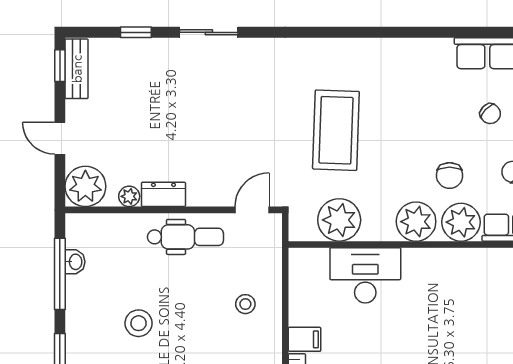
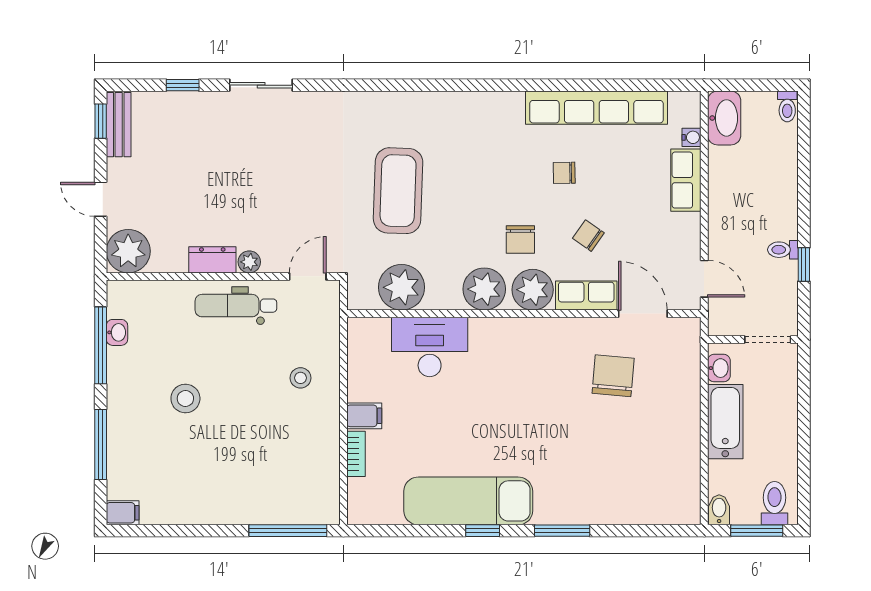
chair: (490, 114) -> (564, 173), turned 135
plant: (129, 196) -> (249, 262), moved
dental chair: (185, 237) -> (236, 306), turned 180

